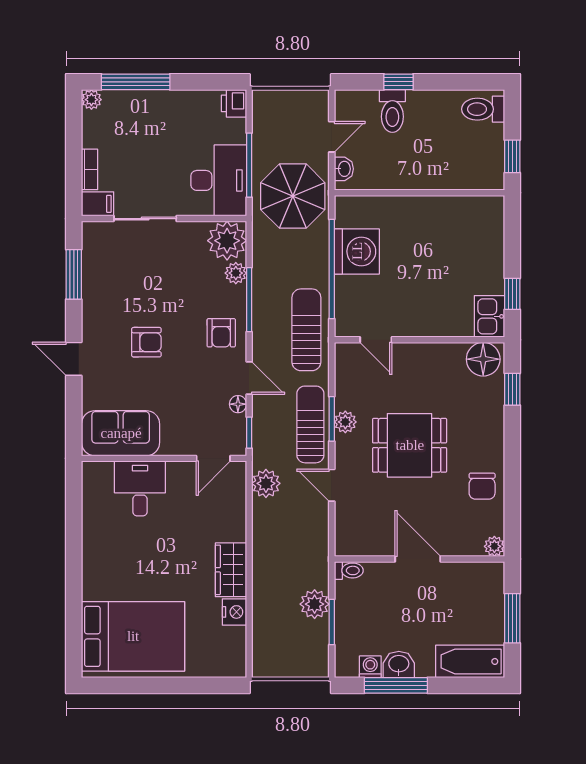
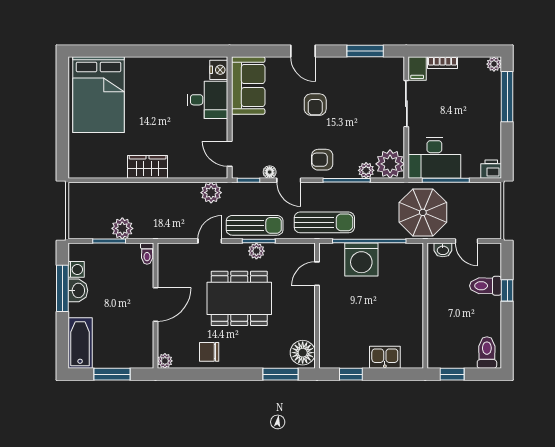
washing machine: (357, 251) -> (361, 260), moved
kitchen sink: (489, 316) -> (385, 357), moved
door: (74, 359) -> (303, 51), swing flipped
door: (249, 378) -> (289, 180), hinge flipped
window: (512, 389) -> (281, 374), width x1.50
dining table: (410, 445) -> (239, 298), width x1.38
nightstand: (234, 612) -> (219, 70), moved, turned -90

